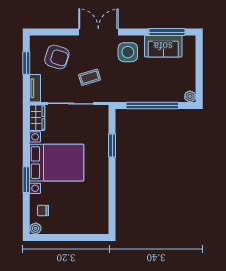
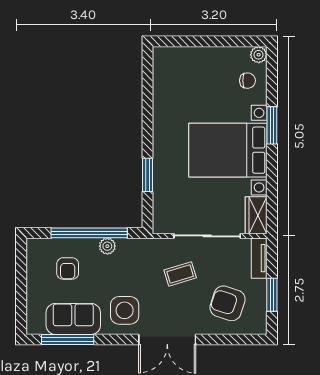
armchair: (167, 81) -> (68, 268), added
plant: (190, 96) -> (107, 246), moved

